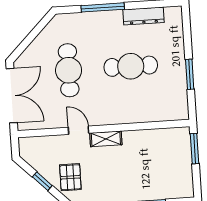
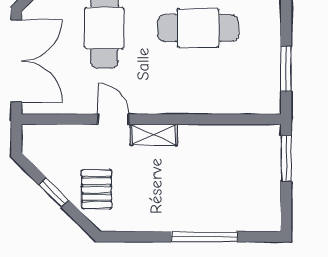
window: (190, 74) -> (286, 69), moved

